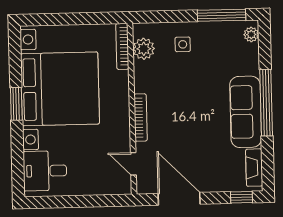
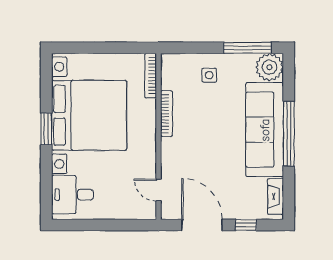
plant: (251, 34) -> (269, 67), width x1.88, depth x1.88
plant: (144, 49) -> (171, 78), removed
sofa: (246, 112) -> (265, 130), width x1.36, depth x1.27
bookcase: (141, 117) -> (167, 114), moved
window: (242, 197) -> (246, 225), moved

